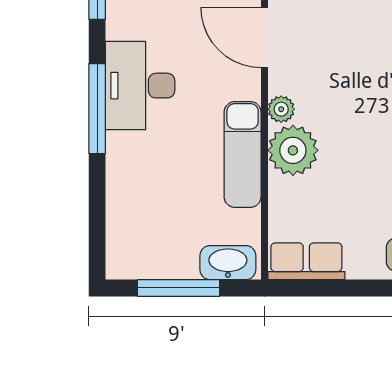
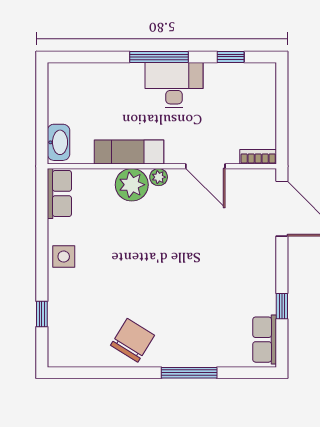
door: (264, 37) -> (205, 166), swing flipped
window: (178, 288) -> (42, 110), removed

